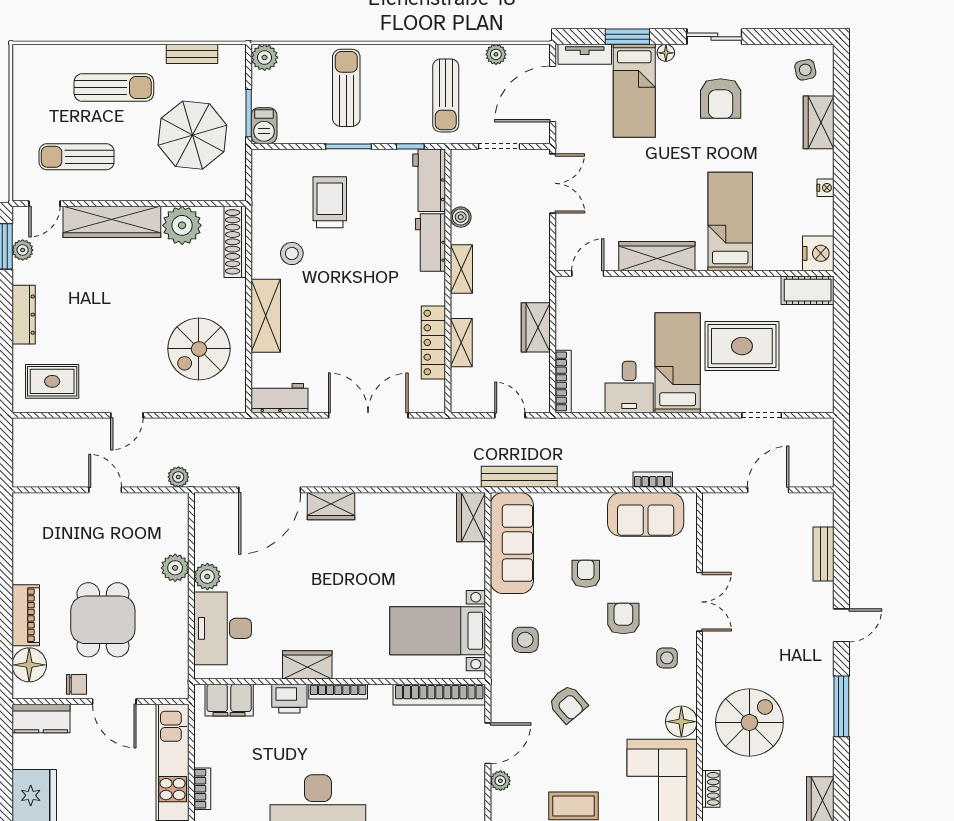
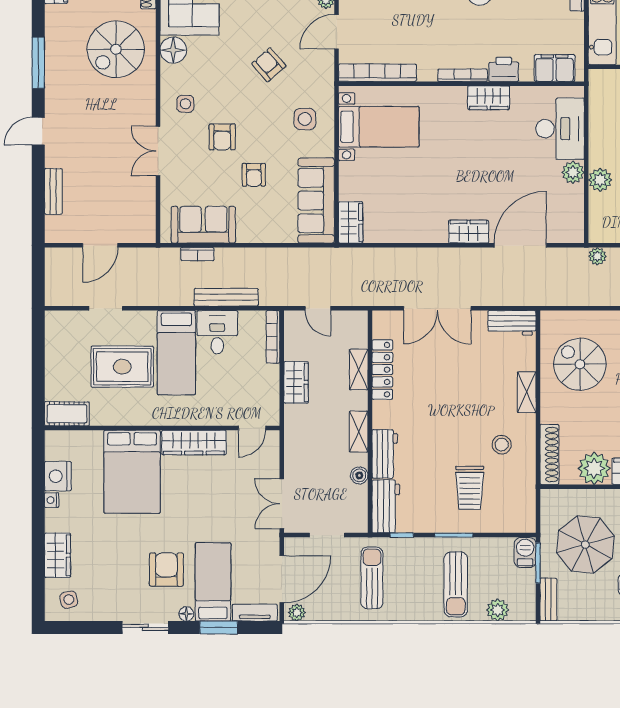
bench: (192, 54) -> (548, 600), moved, turned 90
plant: (496, 54) -> (297, 613), moved
plant: (265, 57) -> (498, 610), moved
armchair: (721, 98) -> (166, 570), moved
bed: (730, 221) -> (132, 472), width x1.50
nightstand: (818, 253) -> (58, 476), moved
shelving: (266, 316) -> (527, 392), width x0.67, depth x0.75
spiral stairs: (199, 349) -> (580, 364), turned -90
bench: (519, 477) -> (226, 297), moved

